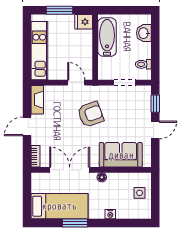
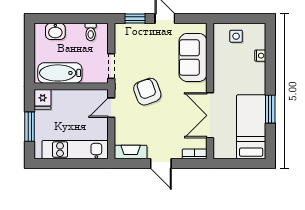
doorway: (124, 83) -> (111, 66), moved
floor lamp: (102, 177) -> (218, 79), removed
nightstand: (110, 214) -> (260, 56), moved

